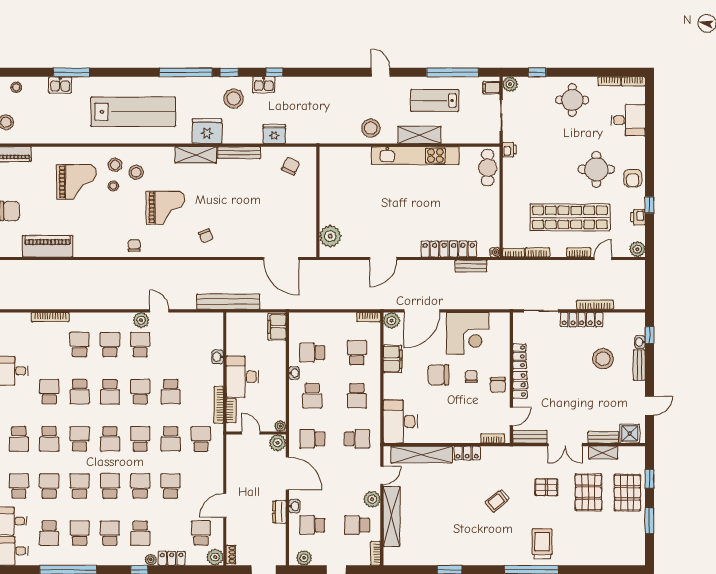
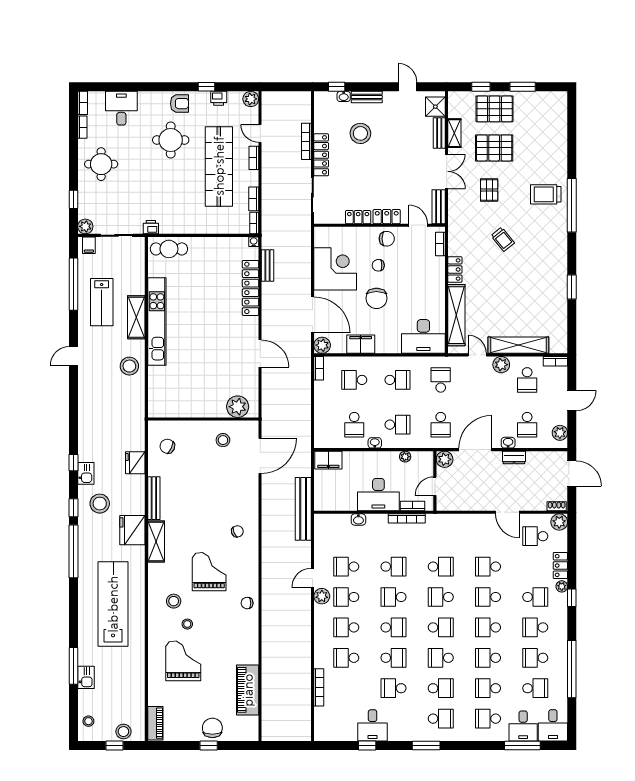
stool: (115, 165) -> (223, 440), moved
plant: (280, 426) -> (405, 457), moved
school desk: (201, 439) -> (346, 567), moved

